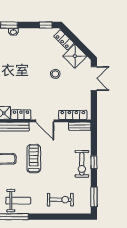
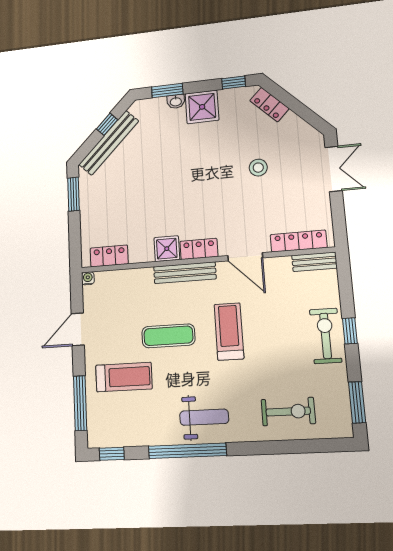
shower: (75, 56) -> (202, 107), moved, turned 45
exercise bike: (82, 164) -> (326, 336), turned 180

